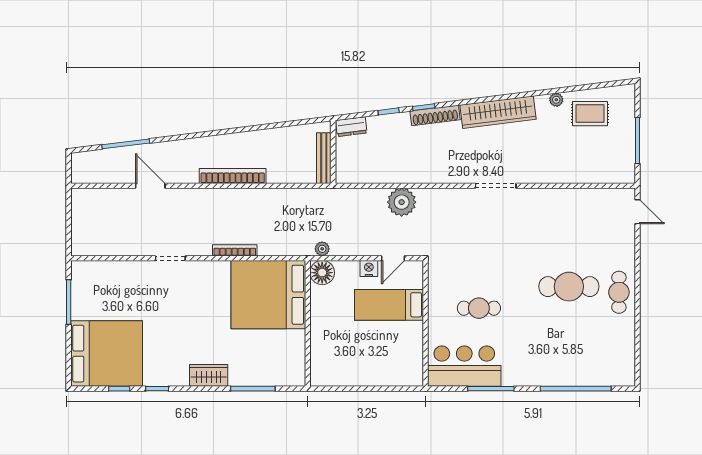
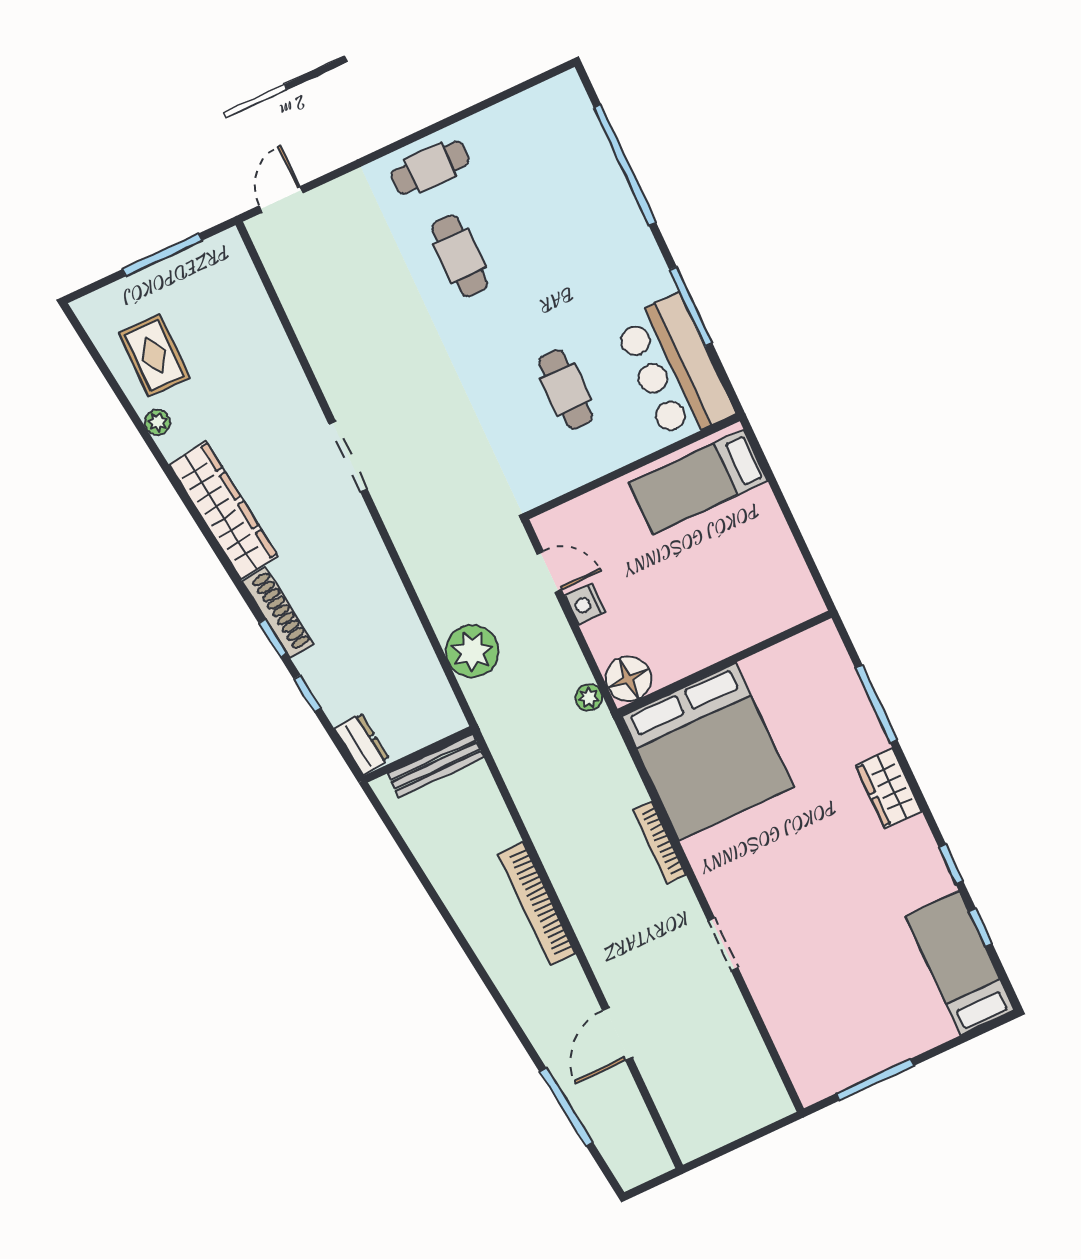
plant: (402, 202) -> (472, 651), moved
cafe table: (569, 287) -> (460, 256), width x0.73, depth x0.74
bed: (389, 305) -> (698, 482), moved, turned 90
bed: (107, 354) -> (960, 963), width x0.49

